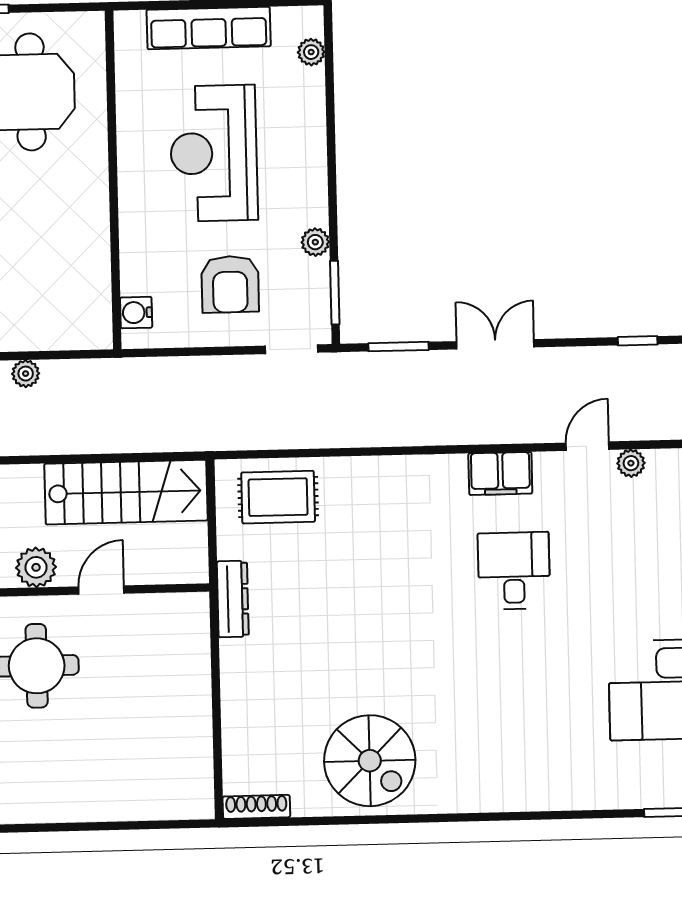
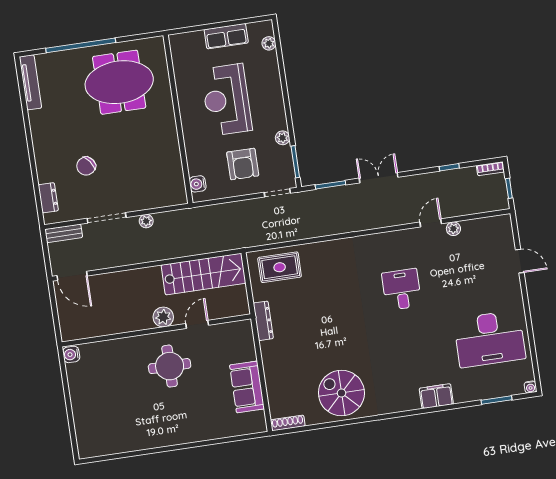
row of seats: (209, 28) -> (226, 36), width x0.68
filing cabinet: (500, 473) -> (436, 396), moved, turned 180
sofa: (185, 726) -> (247, 387), added
spiral stairs: (370, 761) -> (341, 393), turned 180

